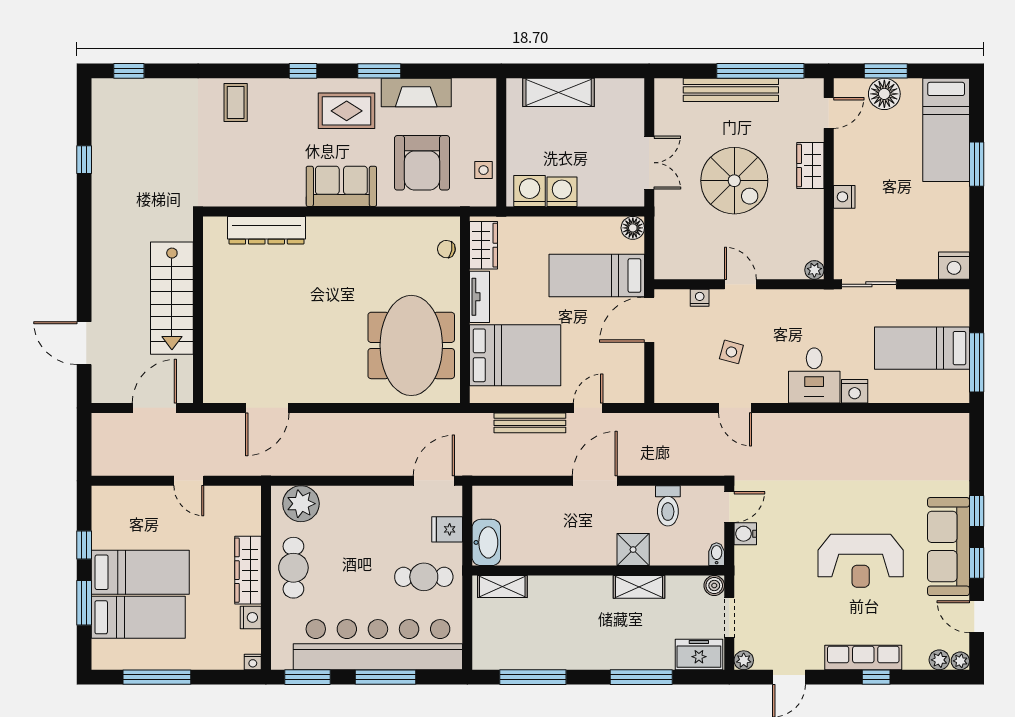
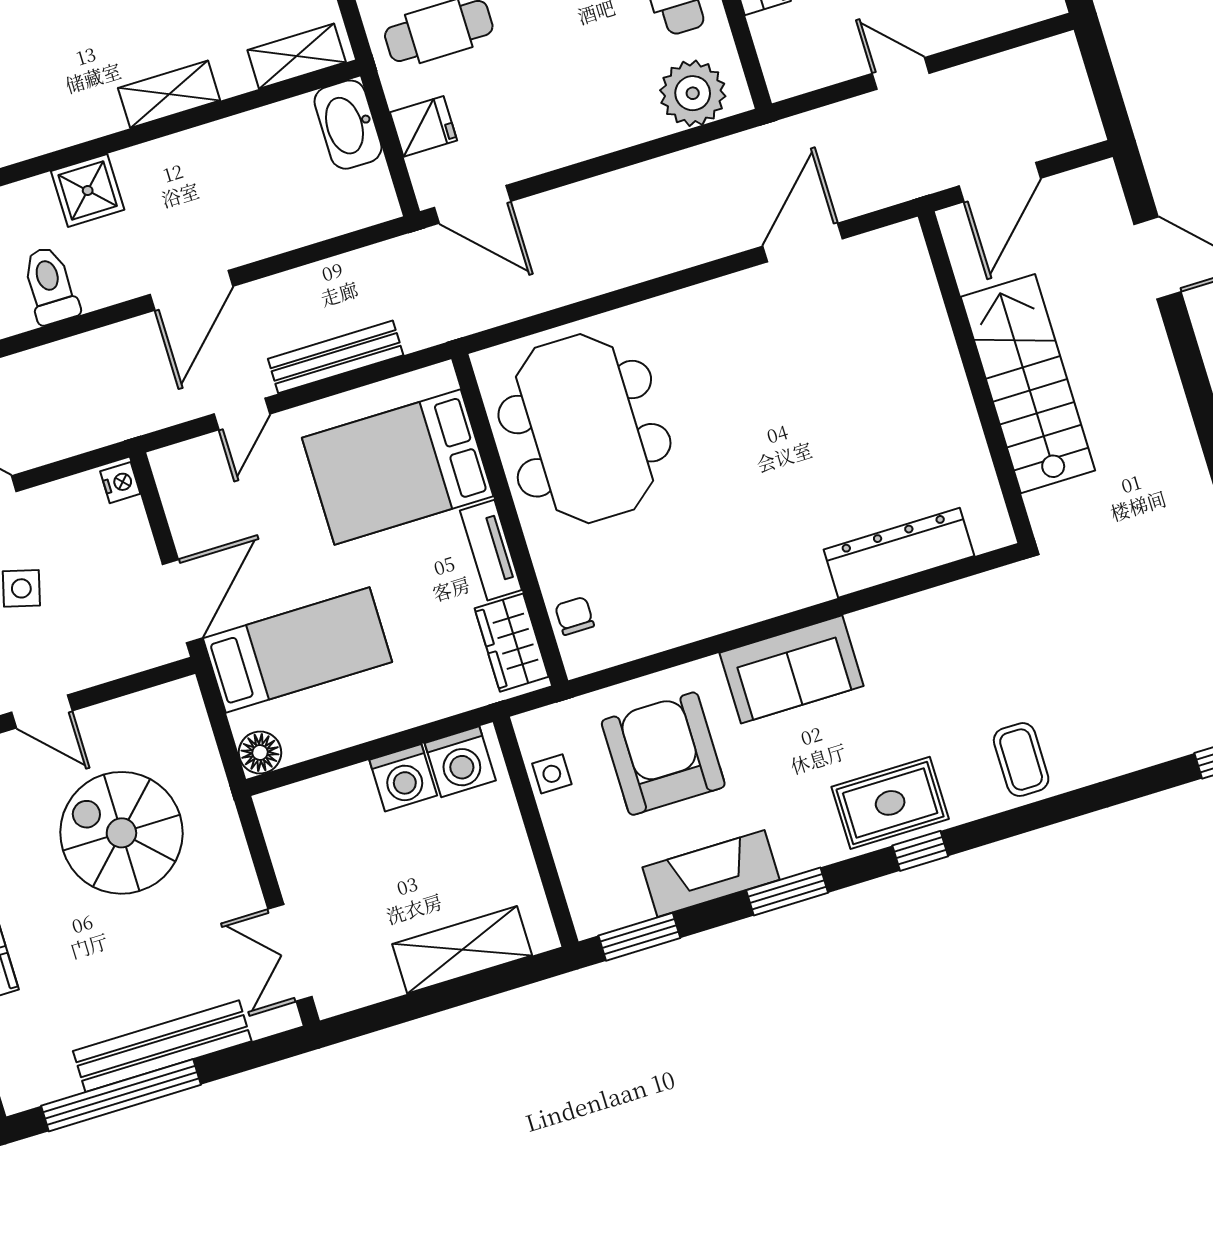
window: (464, 71) -> (639, 937), added
rug: (347, 111) -> (890, 803), moved
double door: (649, 163) -> (290, 953), moved
spiral stairs: (734, 181) -> (121, 833), moved
chair: (446, 249) -> (574, 616), turned -101
nightstand: (700, 298) -> (120, 483), moved, turned -90
door: (434, 481) -> (472, 204), hinge flipped
shelving: (639, 587) -> (169, 94), moved

